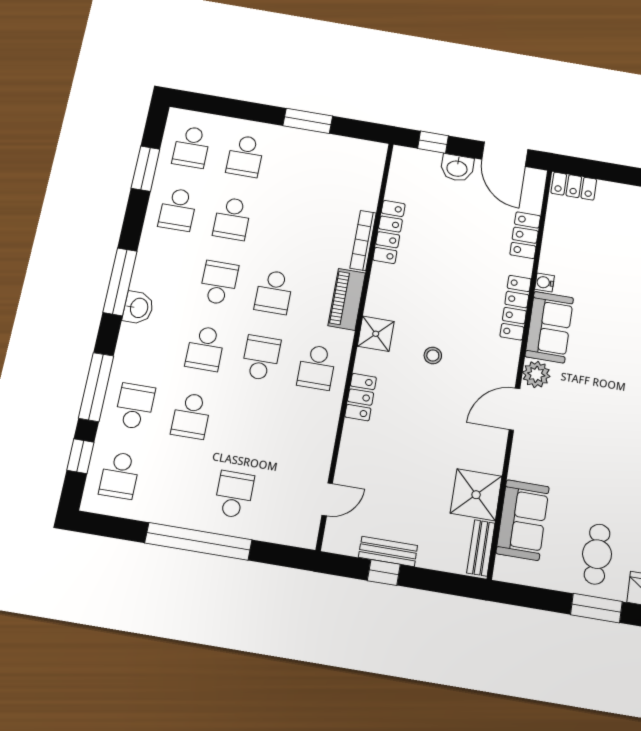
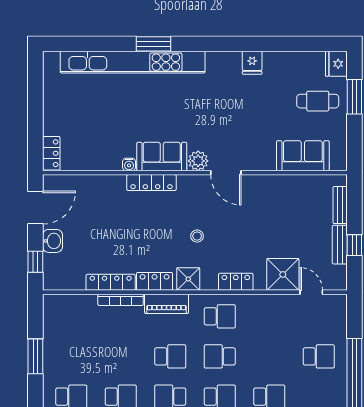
locker: (525, 235) -> (155, 281), moved, turned 180
school desk: (234, 494) -> (319, 356), turned 180
shower: (476, 495) -> (283, 274), moved
bench: (481, 548) -> (340, 205), moved, turned 90

